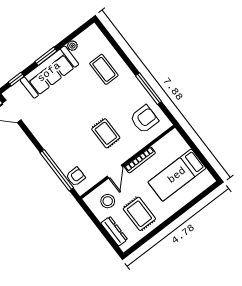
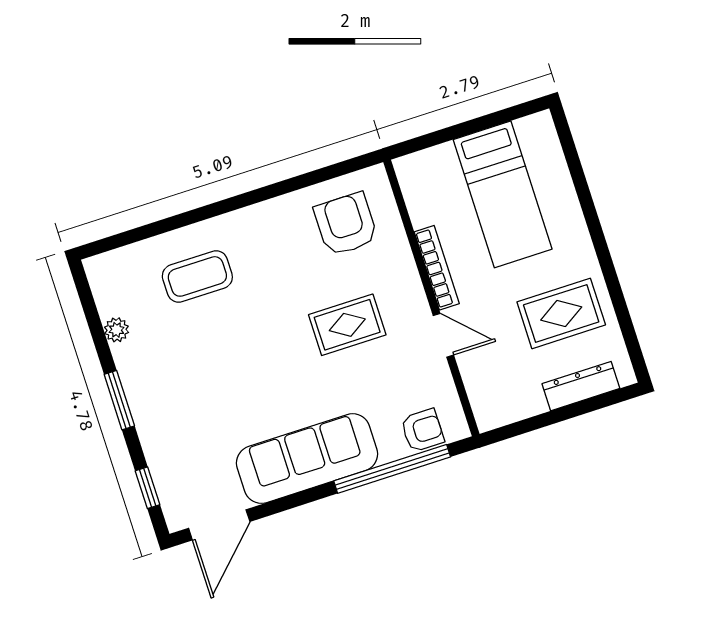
sofa: (49, 72) -> (307, 459), moved, turned -90
window: (149, 89) -> (279, 189), removed
armchair: (76, 177) -> (422, 430), turned 90
stool: (108, 201) -> (506, 376), removed

